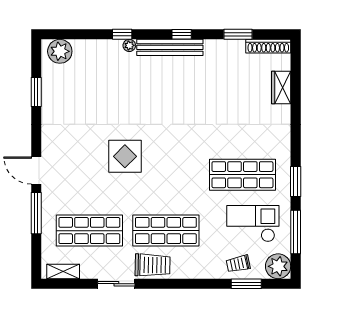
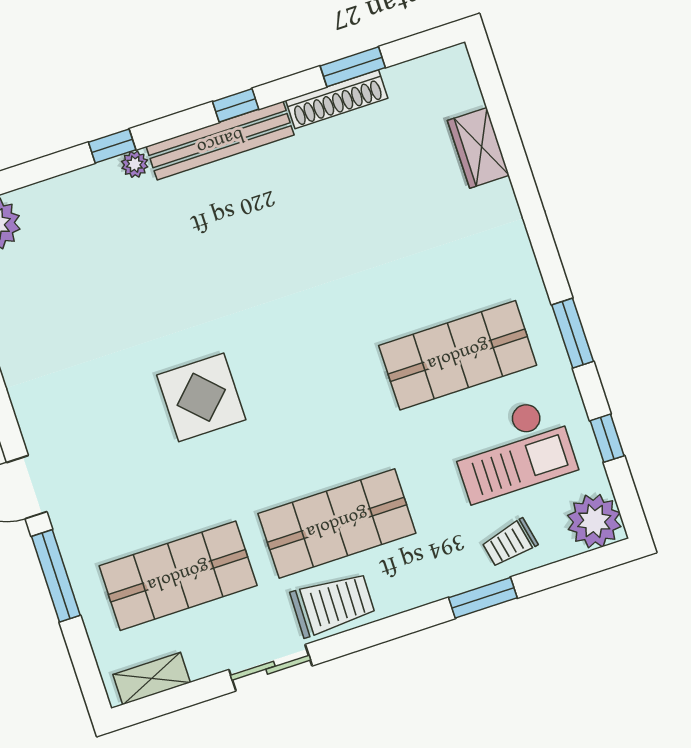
shoe rack: (268, 46) -> (337, 99), moved
checkout: (253, 224) -> (513, 450), turned 180
window: (296, 232) -> (607, 438), width x0.46
window: (246, 284) -> (483, 598), moved

